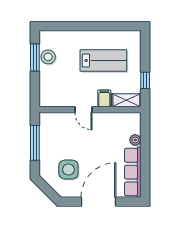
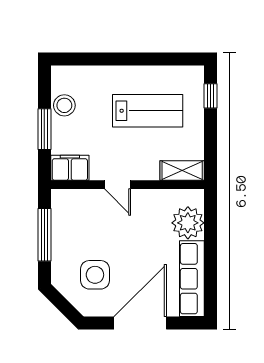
window: (35, 57) -> (44, 129), moved
window: (145, 80) -> (210, 96), moved
filing cabinet: (104, 98) -> (70, 168), moved, width x2.00
plant: (135, 140) -> (188, 223), width x1.87, depth x1.87

